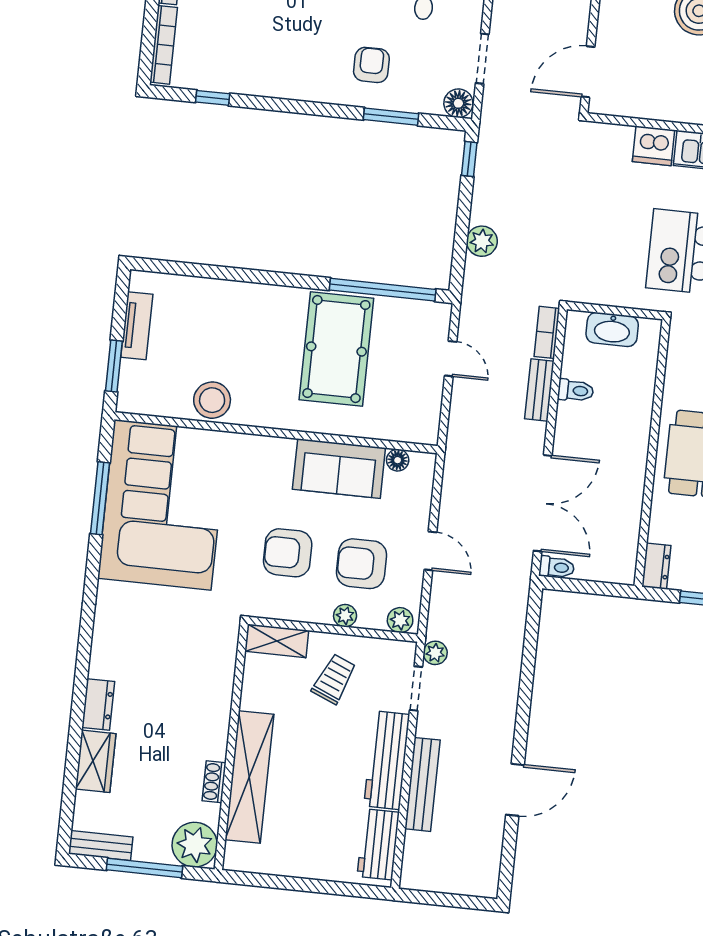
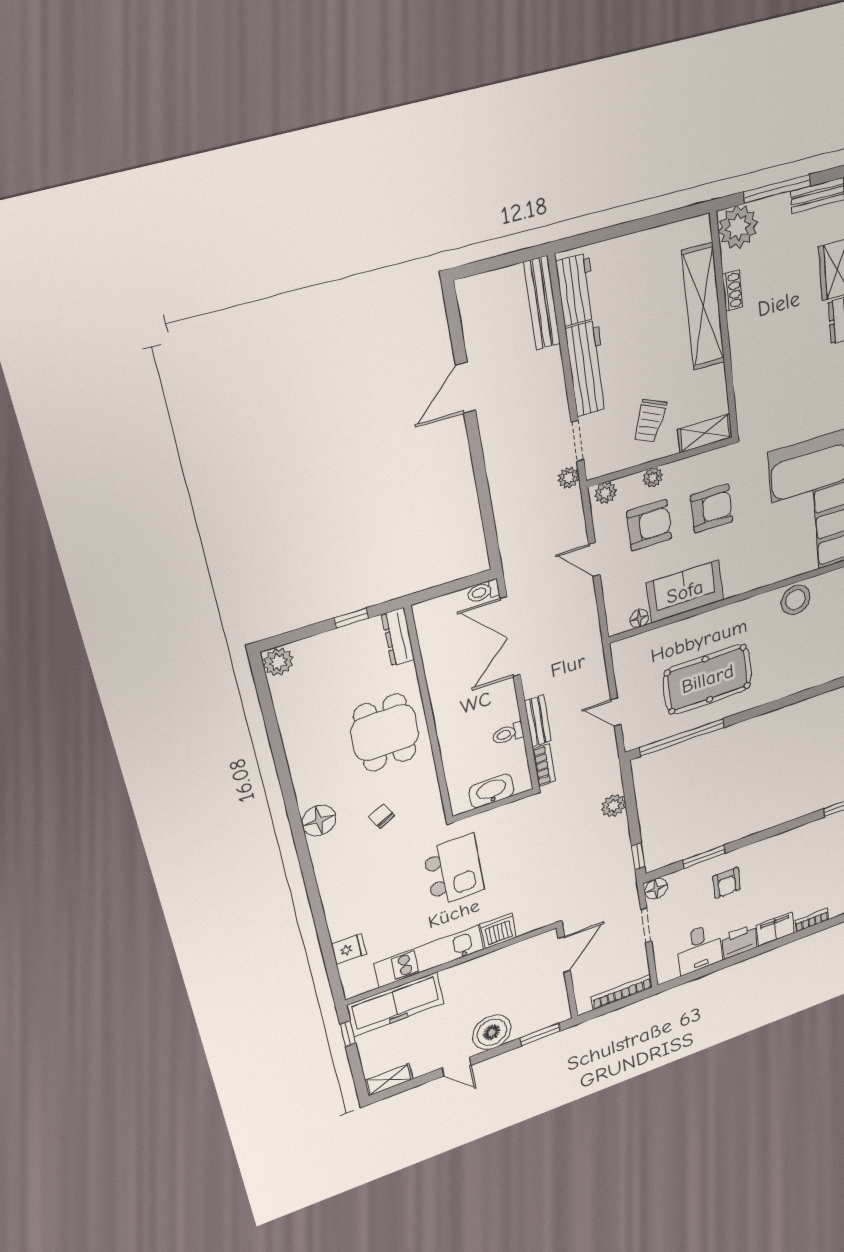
pool table: (336, 349) -> (708, 679), turned 90
dresser: (656, 566) -> (398, 637), width x1.44
bench: (422, 784) -> (542, 303), moved

